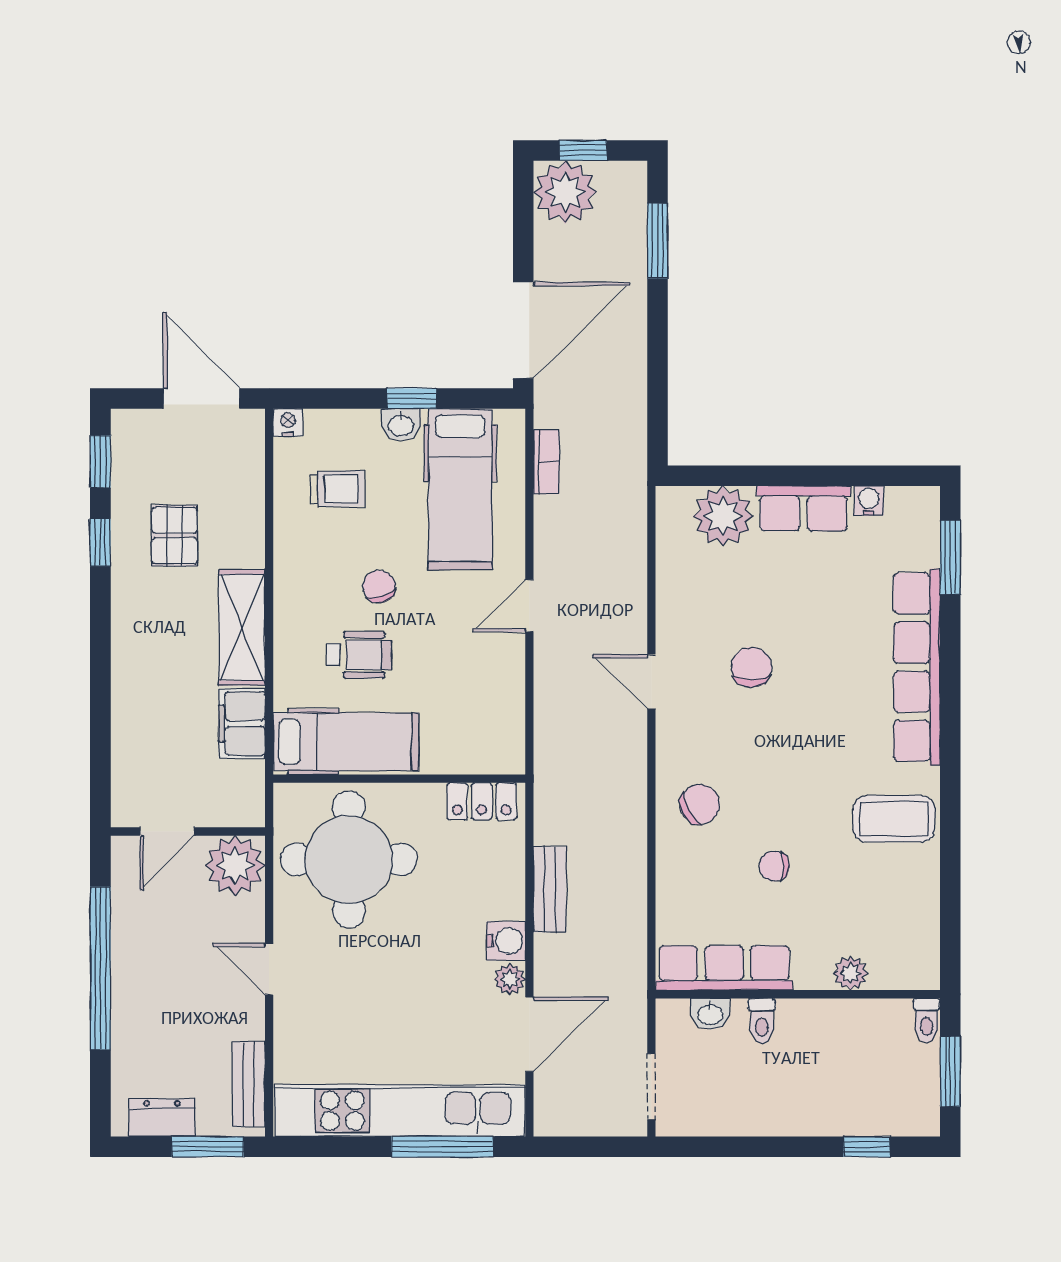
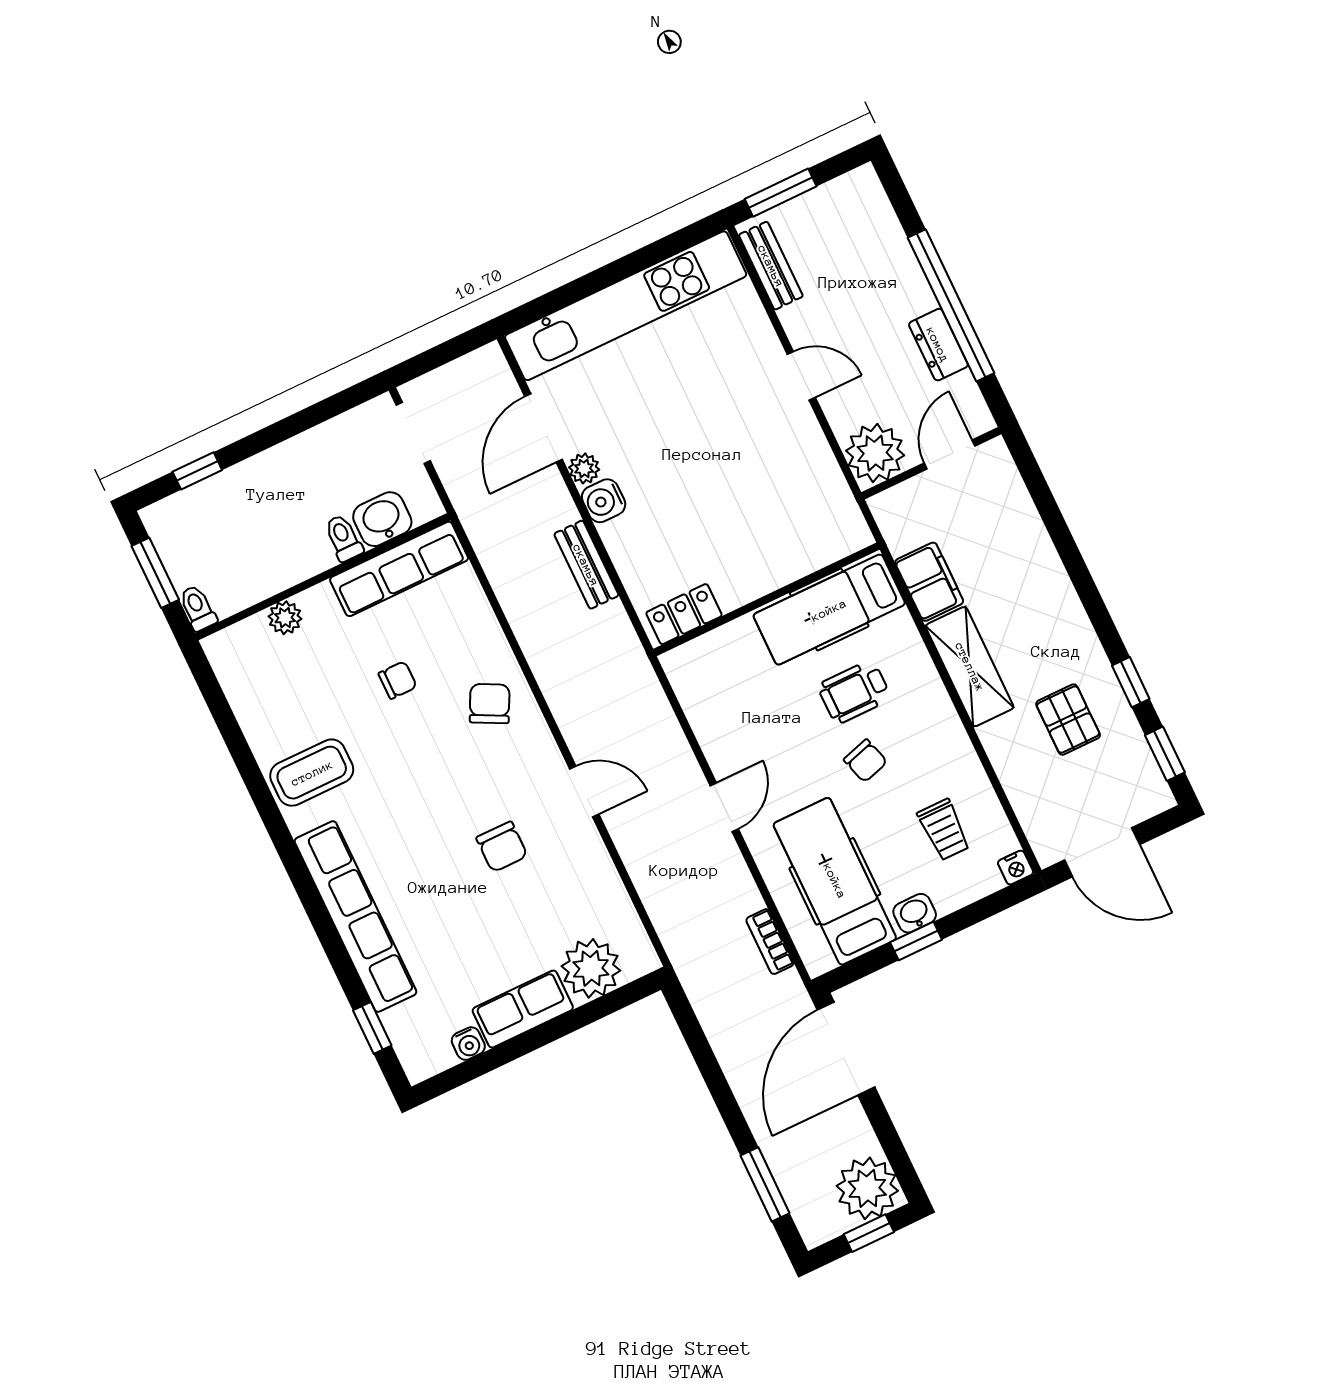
trolley: (337, 489) -> (944, 830), turned -89
window: (950, 557) -> (372, 1028), width x0.67
chair: (700, 804) -> (490, 704), turned 146
round table: (349, 859) -> (777, 506), removed
washbasin: (710, 1014) -> (382, 519), width x1.38, depth x1.45
dresser: (162, 1118) -> (938, 345), moved, turned 90
window: (442, 1147) -> (573, 292), removed

